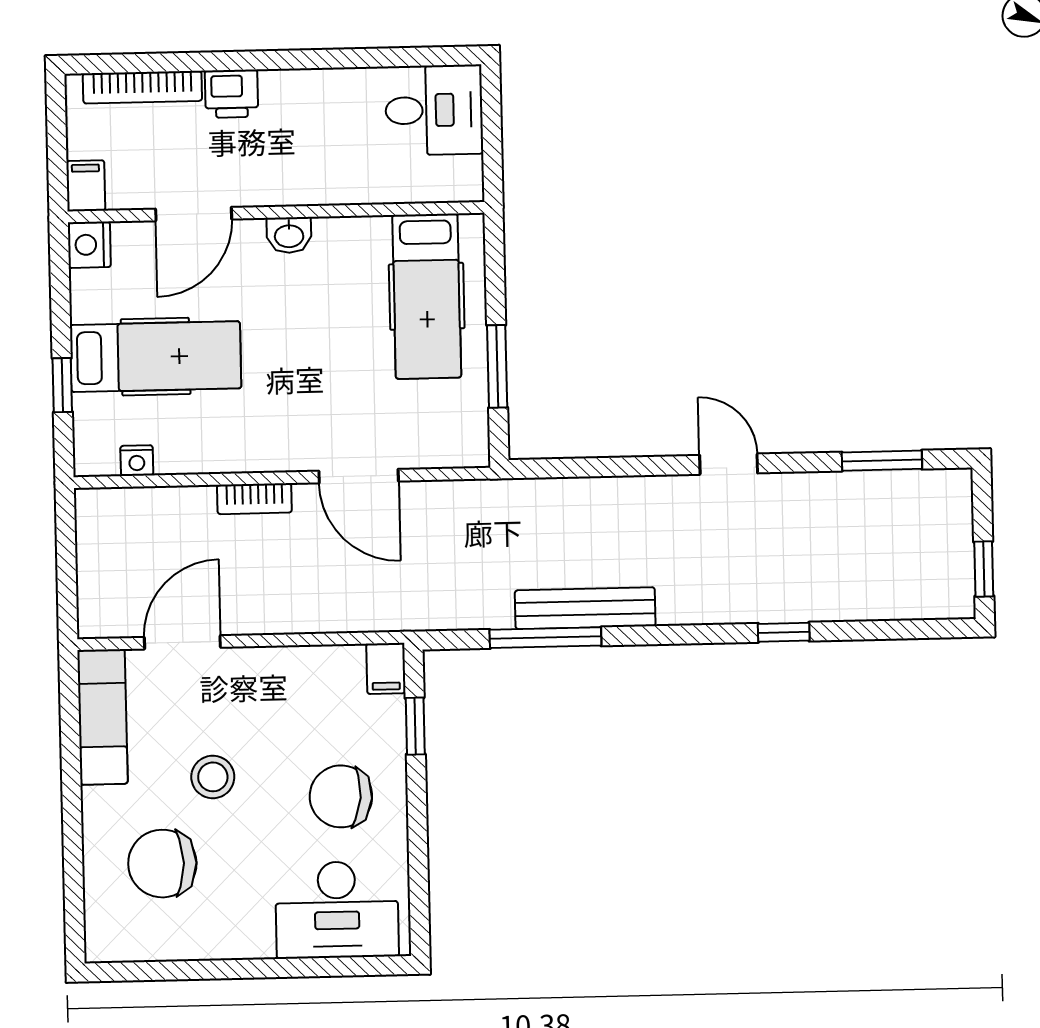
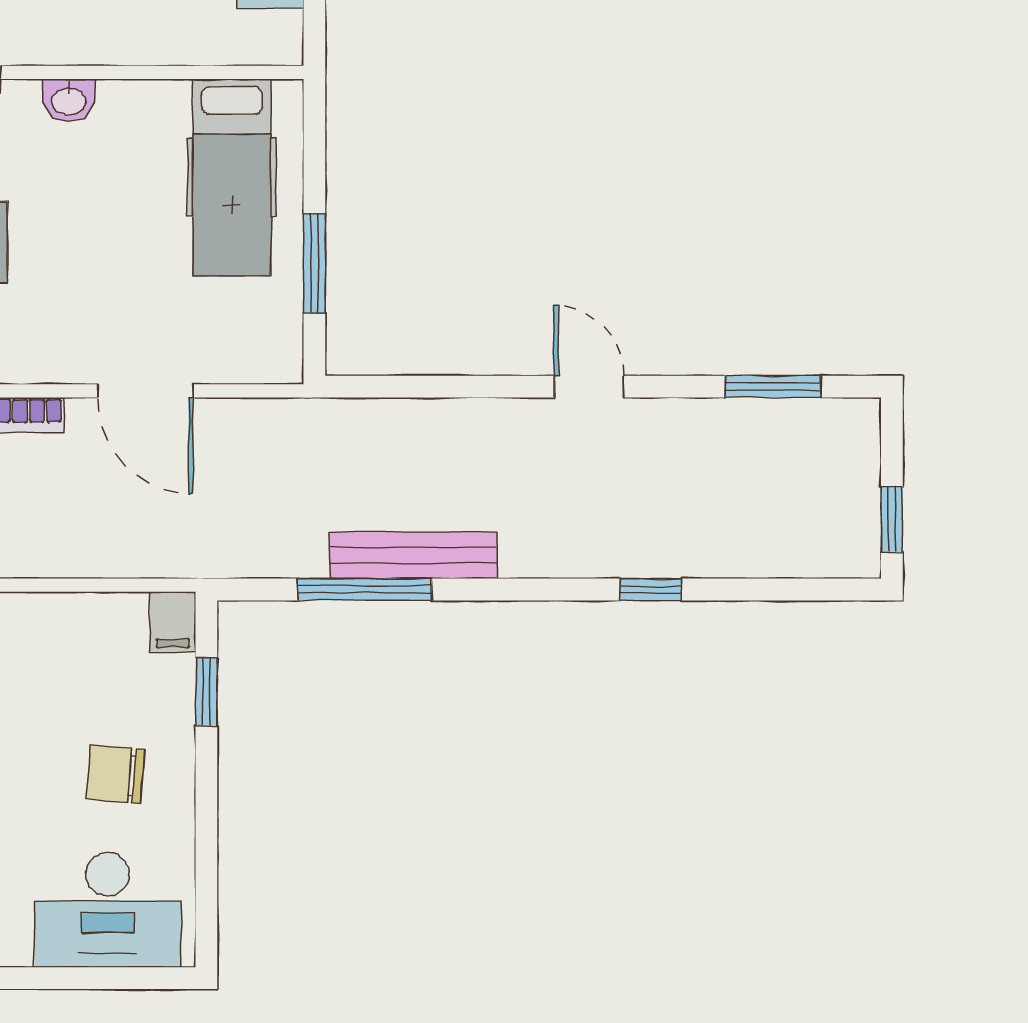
chair: (341, 796) -> (116, 774), width x0.73, depth x0.73

